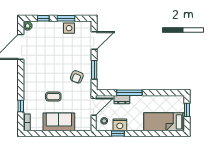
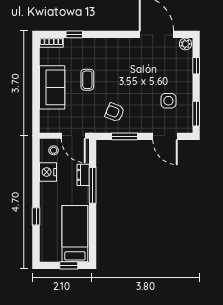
window: (66, 18) -> (196, 114), moved
side table: (69, 28) -> (168, 101), moved
bed: (164, 122) -> (75, 234), moved
window: (118, 133) -> (36, 216), moved

